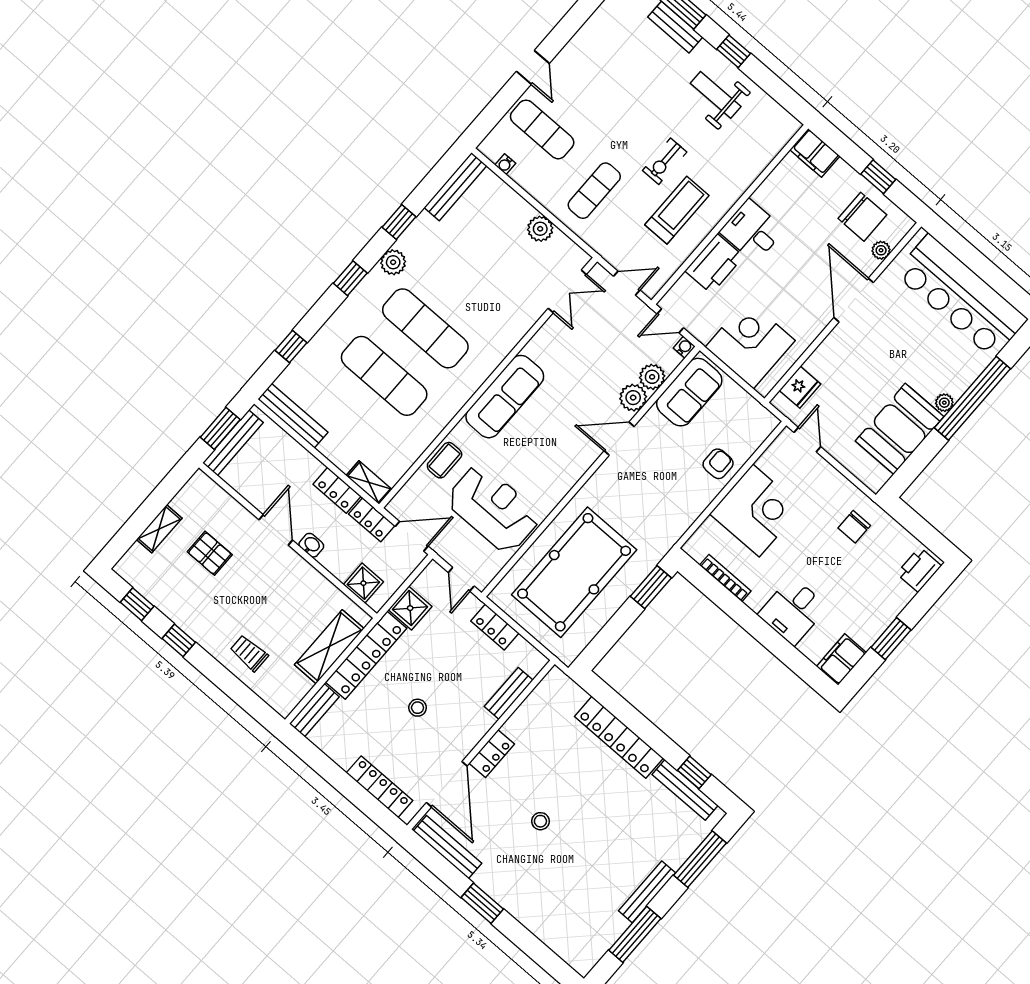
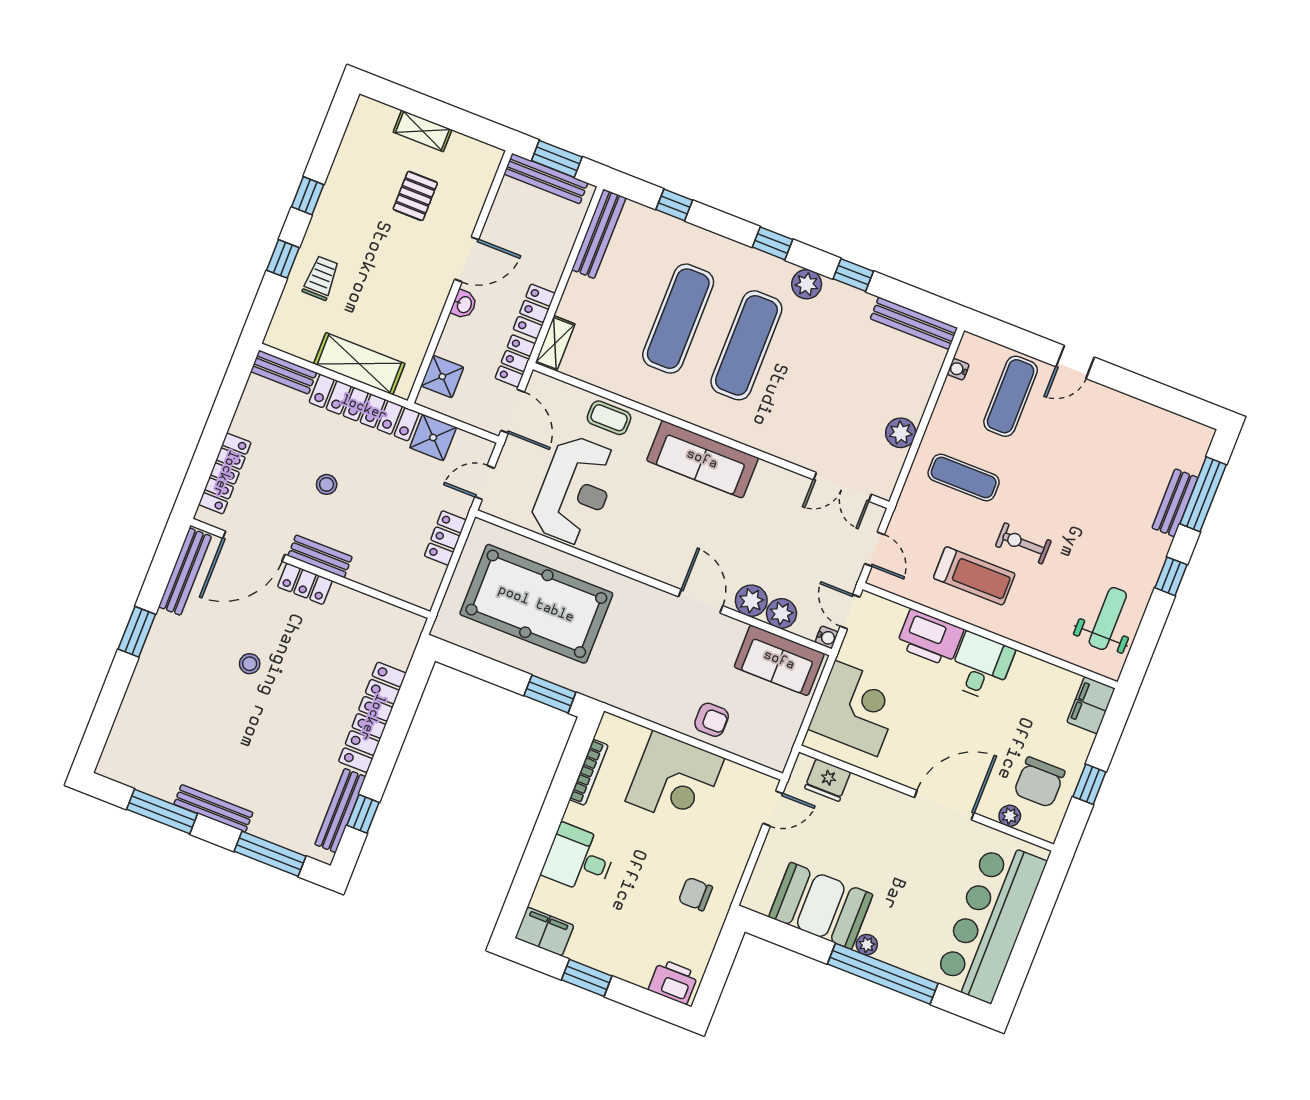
weight bench: (716, 95) -> (1108, 618), moved
window: (137, 604) -> (283, 259), moved
bench: (509, 693) -> (320, 556), moved

